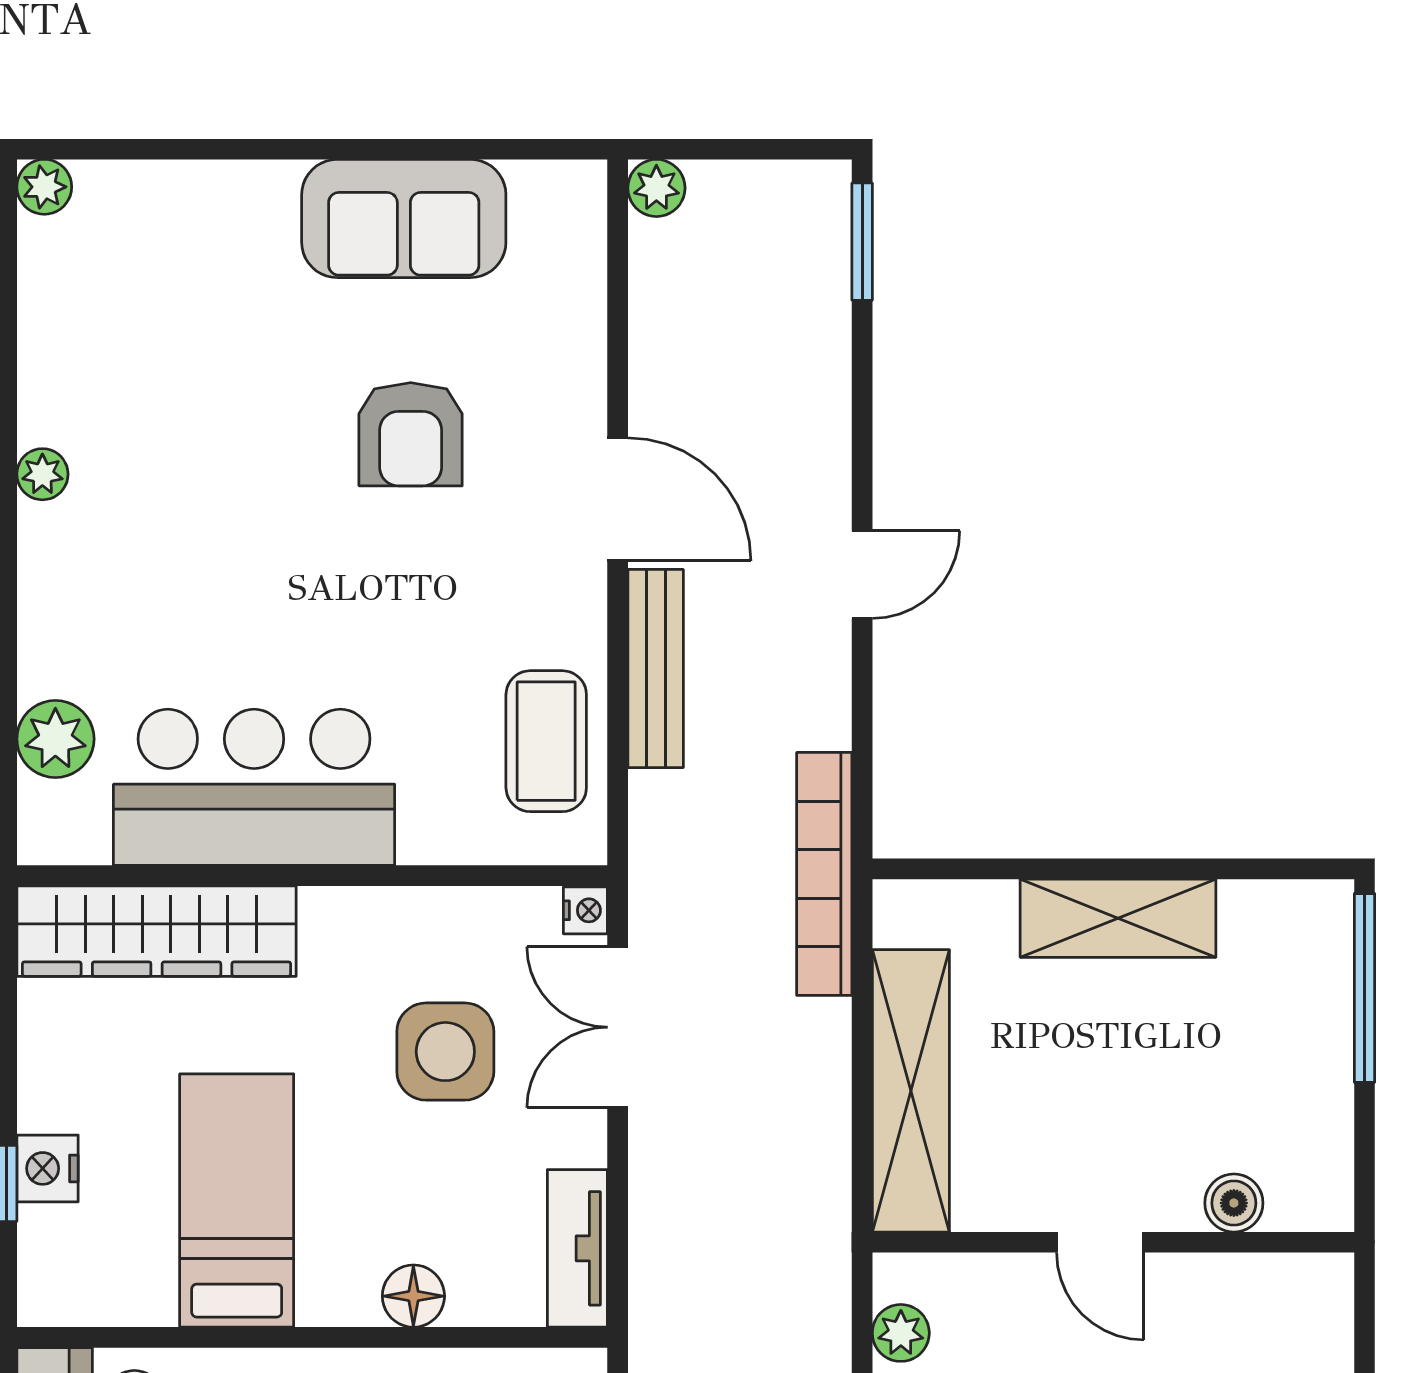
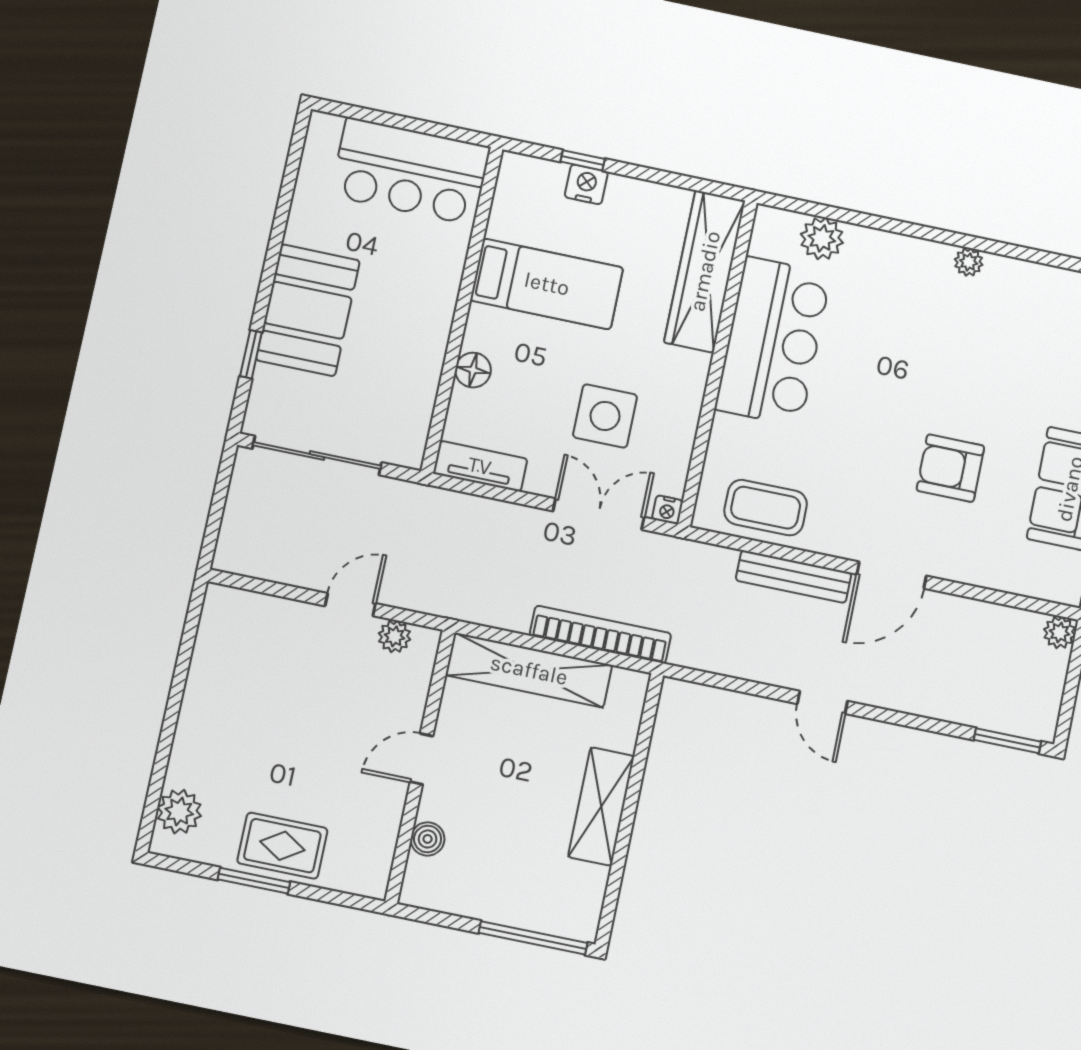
bookcase: (824, 874) -> (600, 634), moved

